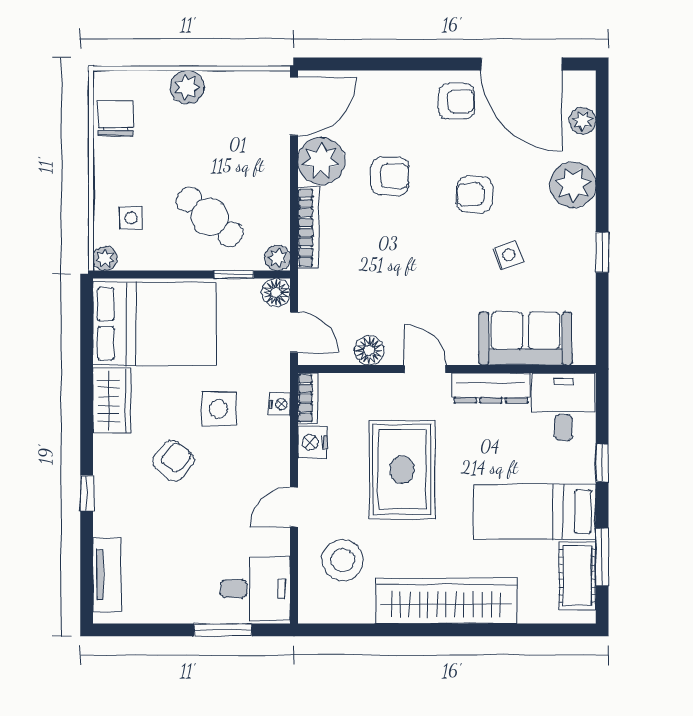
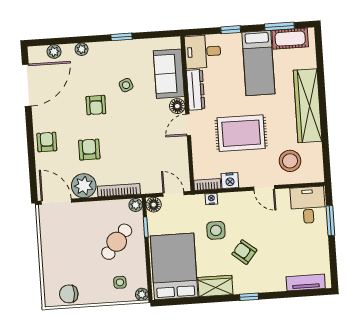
plant: (187, 87) -> (50, 258), removed
armchair: (456, 101) -> (47, 142), moved
plant: (573, 185) -> (82, 49), width x0.53, depth x0.53
door: (294, 332) -> (173, 194), hinge flipped
floor lamp: (369, 351) -> (177, 106), moved
window: (87, 493) -> (249, 297), moved

